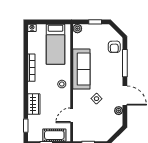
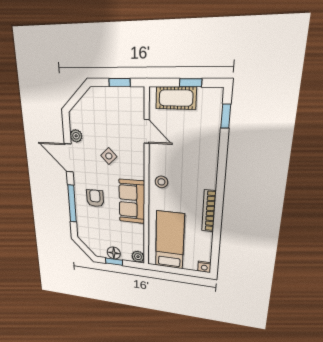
floor lamp: (95, 29) -> (114, 253), added
armchair: (114, 47) -> (95, 198), moved
sofa: (81, 69) -> (132, 201), width x0.73
wardrobe: (34, 104) -> (209, 153), removed
door: (72, 115) -> (147, 131), hinge flipped

